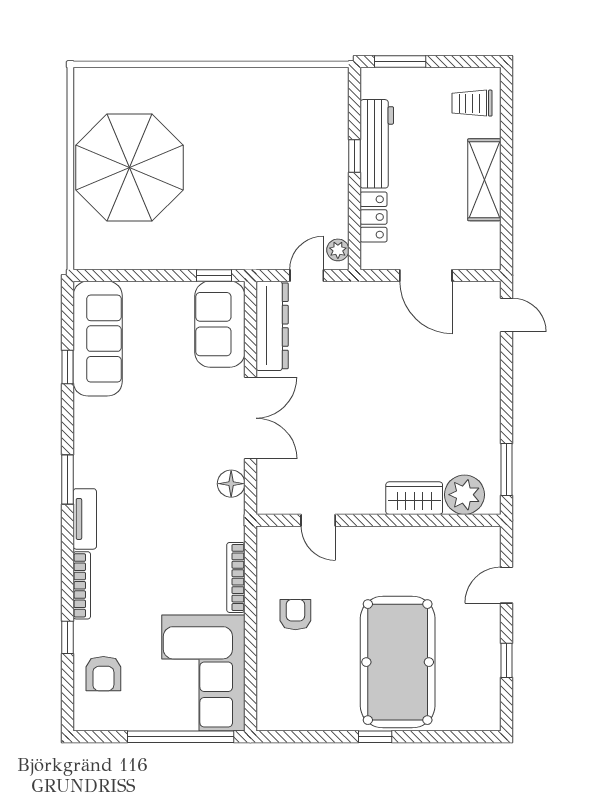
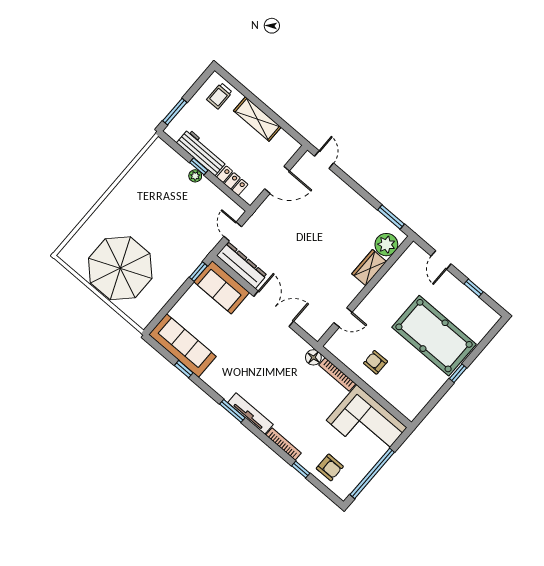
plant: (338, 250) -> (195, 176), moved
door: (506, 315) -> (324, 160), hinge flipped
floor lamp: (231, 484) -> (313, 357), moved
tv unit: (85, 519) -> (250, 413), width x1.41
window: (181, 737) -> (372, 473), moved

